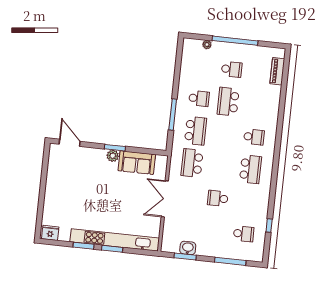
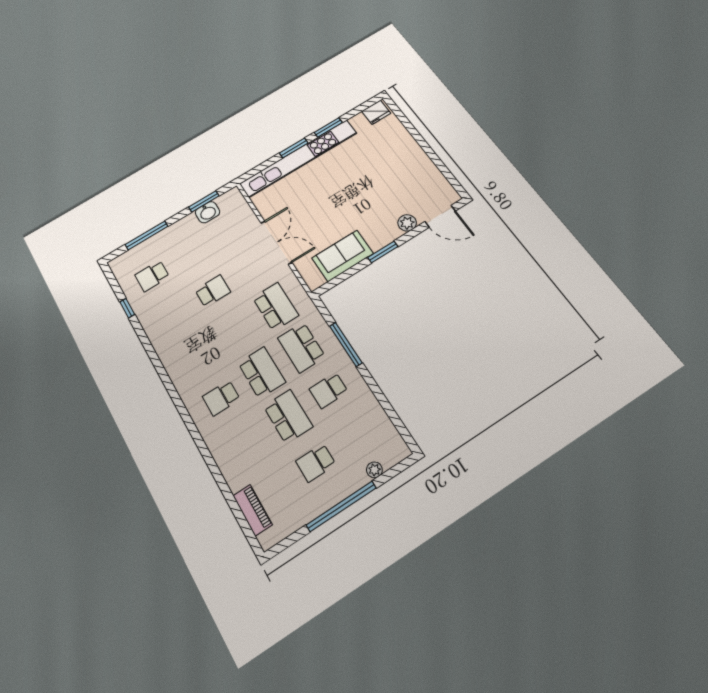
plant: (113, 156) -> (407, 223), moved
school desk: (250, 169) -> (262, 372), moved, turned 180

